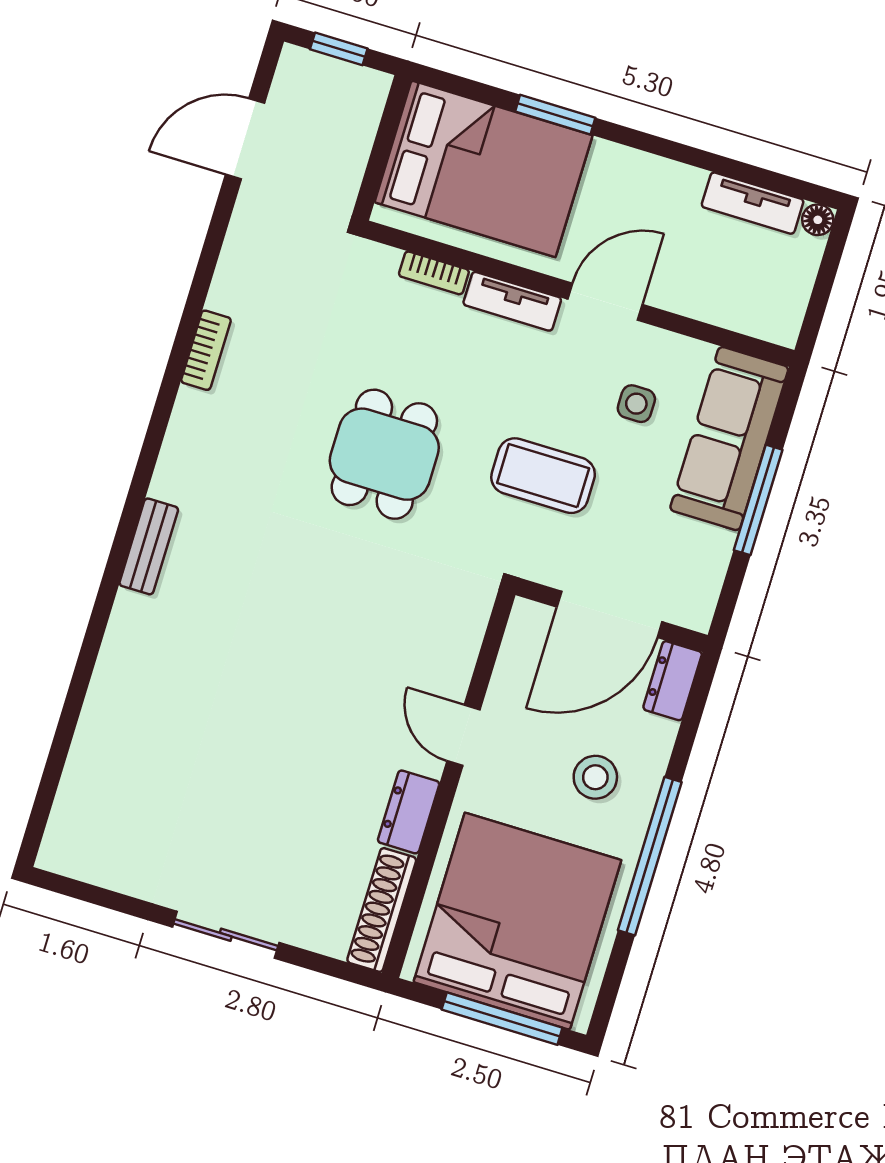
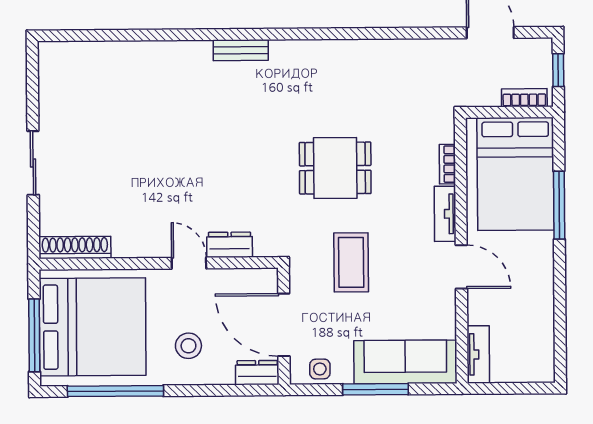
window: (555, 115) -> (559, 205), width x1.44
tv unit: (753, 203) -> (478, 354), moved, turned 180
floor lamp: (818, 220) -> (546, 374), removed
bookcase: (206, 350) -> (524, 98), moved, turned 180
side table: (636, 404) -> (320, 369), moved
door: (463, 735) -> (189, 263), hinge flipped
dresser: (409, 812) -> (230, 245), moved
window: (650, 856) -> (115, 391), moved

